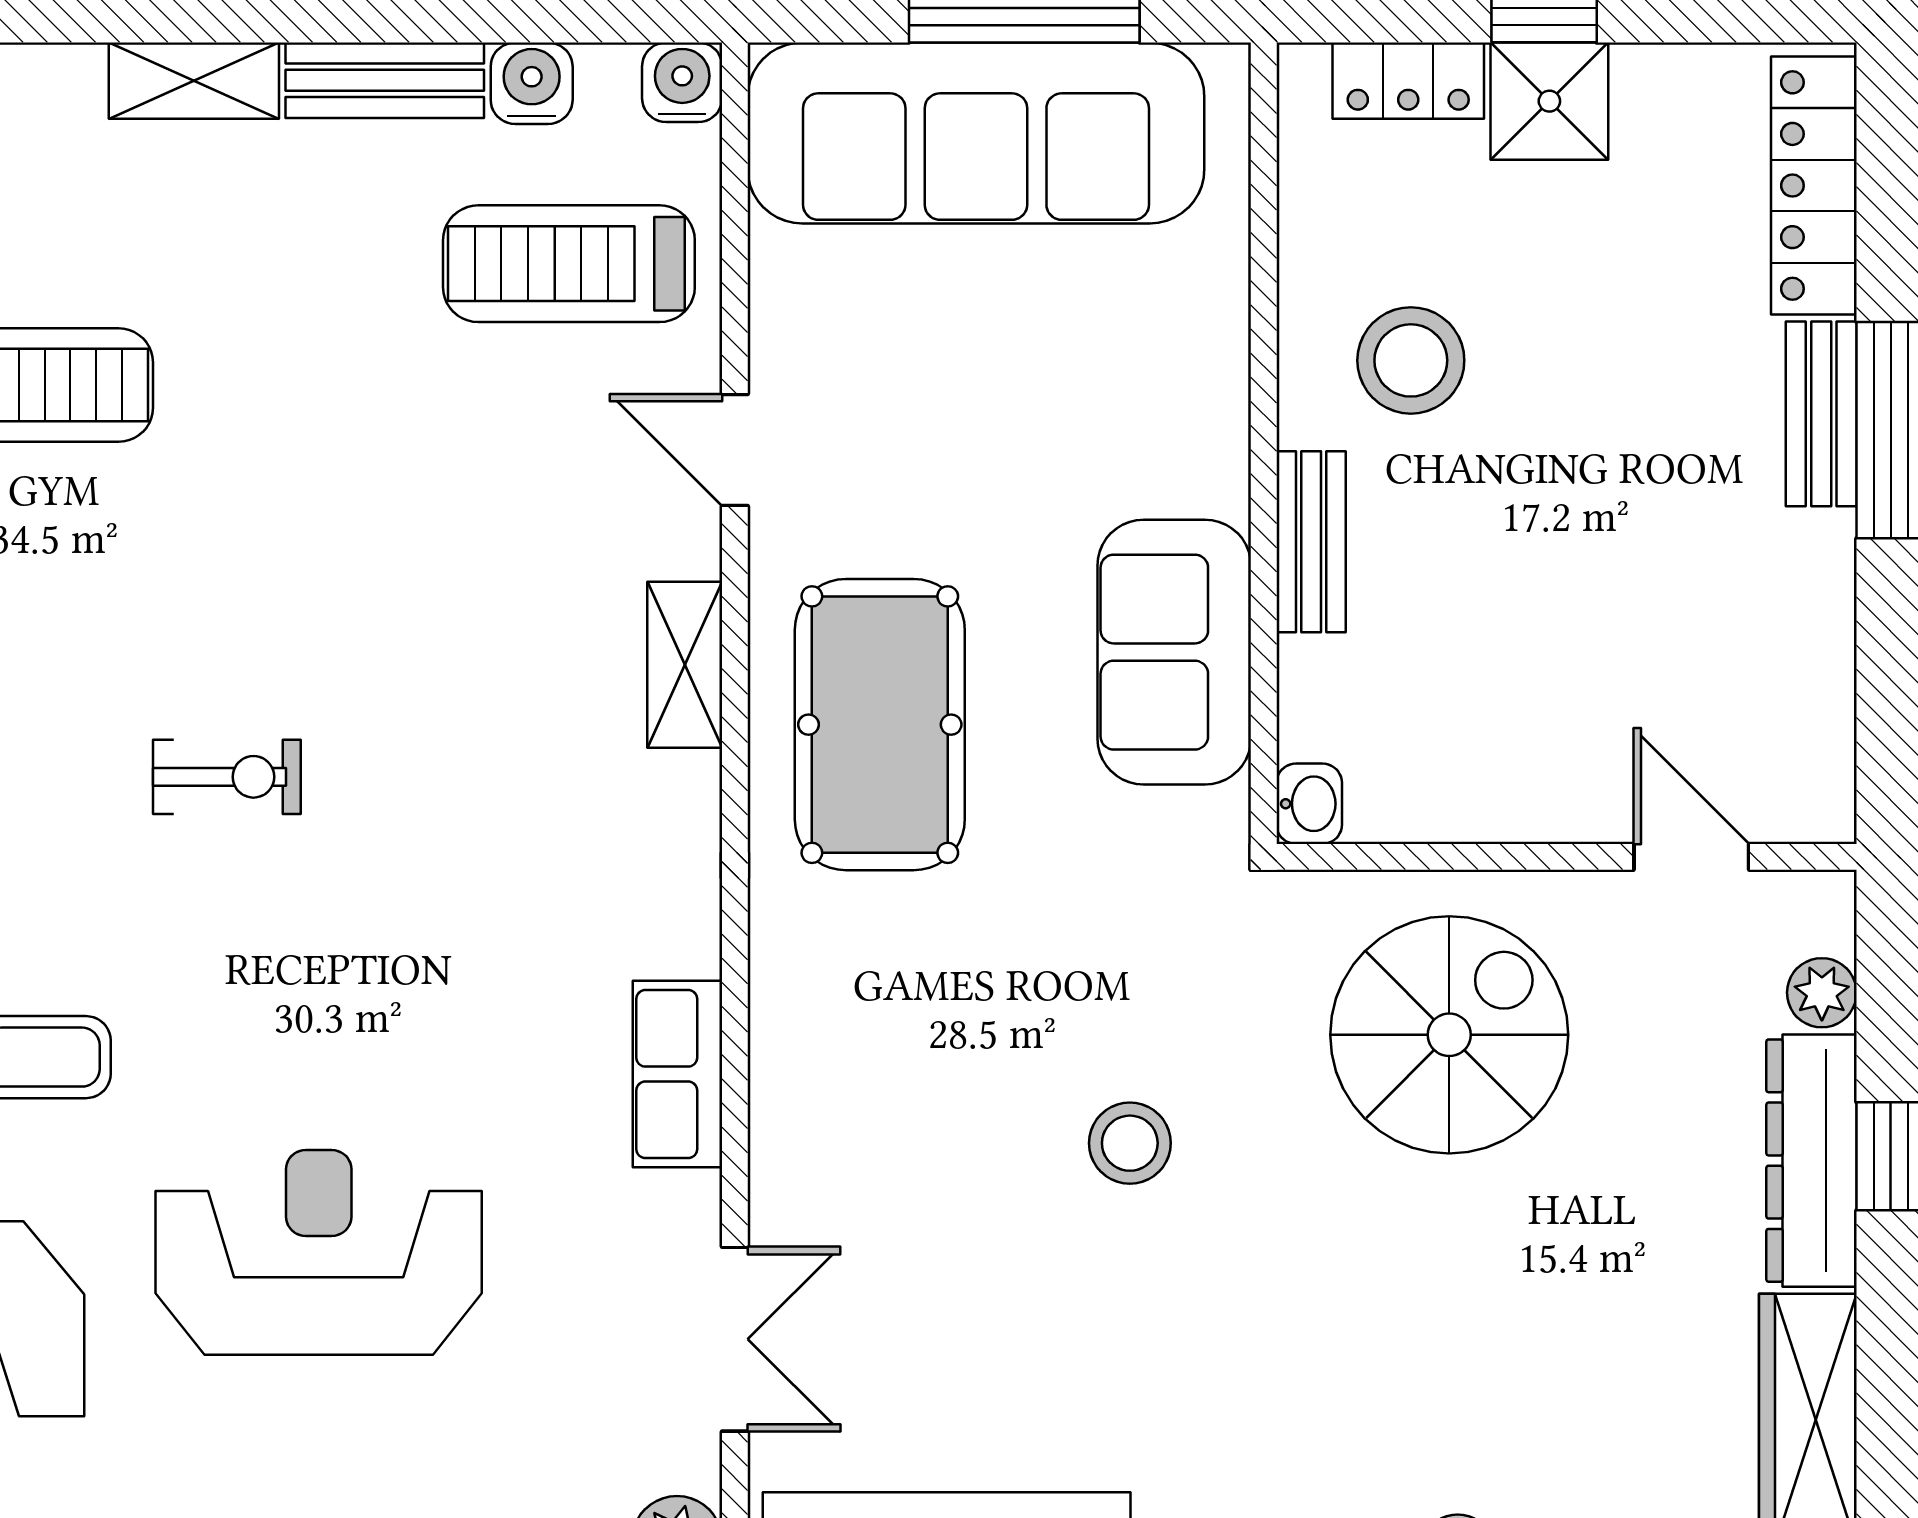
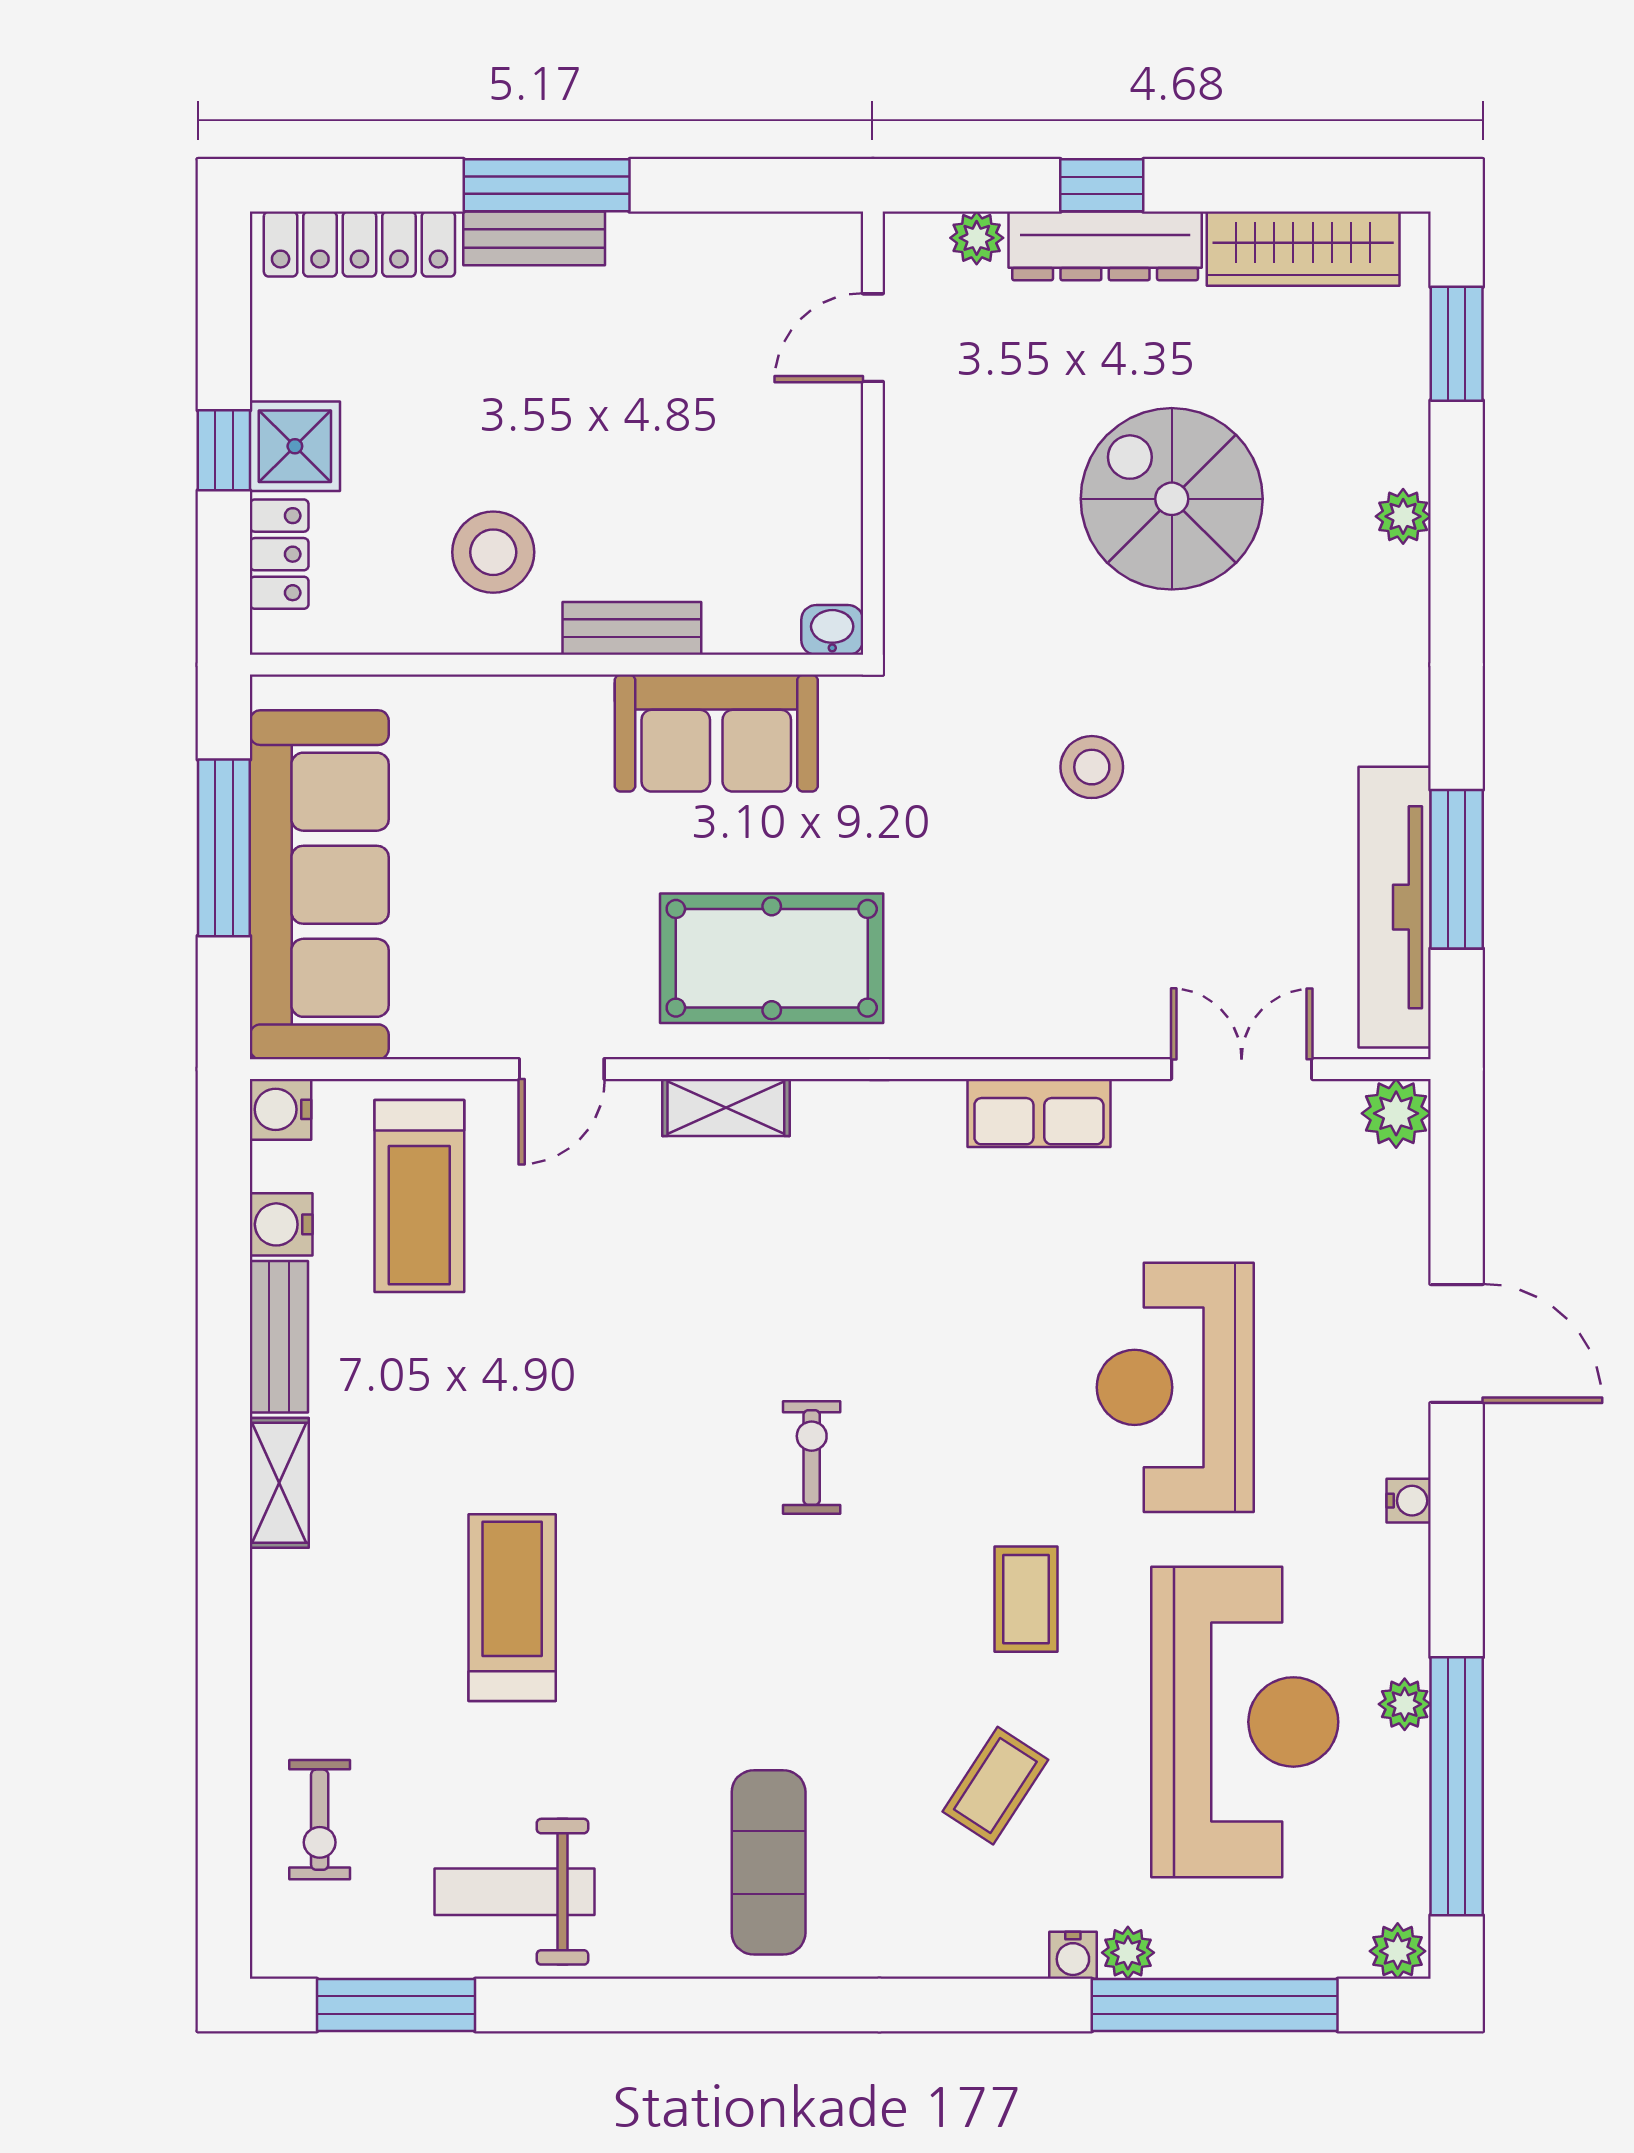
spiral stairs: (1449, 1035) -> (1172, 499), moved

